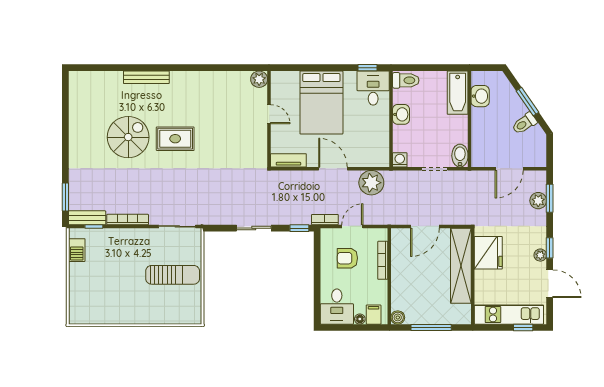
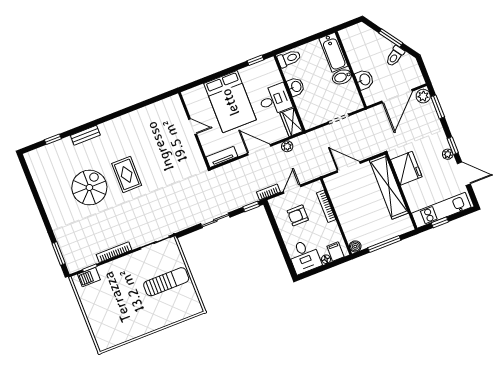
window: (108, 68) -> (53, 139), added
bench: (146, 77) -> (85, 135), width x0.73
plant: (259, 79) -> (174, 102), removed
desk: (373, 88) -> (275, 100), moved, turned 90
washbasin: (480, 96) -> (364, 80), moved
rug: (175, 139) -> (127, 174), turned 90
wardrobe: (381, 152) -> (291, 122), added
bidet: (460, 156) -> (342, 77), moved, turned -90
washing machine: (400, 160) -> (309, 123), removed
door: (509, 169) -> (397, 96), width x1.36
plant: (371, 183) -> (287, 146), width x0.53, depth x0.53
plant: (538, 201) -> (423, 96), moved
bench: (87, 218) -> (82, 263), removed
door: (425, 226) -> (349, 167), swing flipped
barbecue: (77, 250) -> (89, 277), moved, turned 90
window: (523, 327) -> (440, 222), moved

